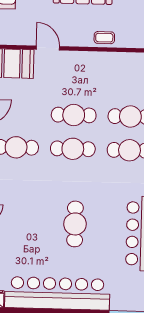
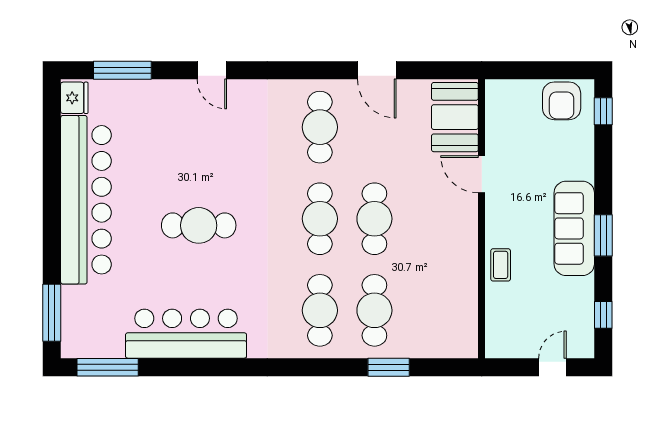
door: (48, 48) -> (482, 174), swing flipped

